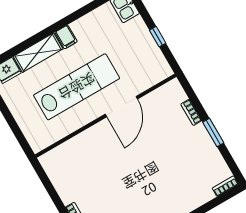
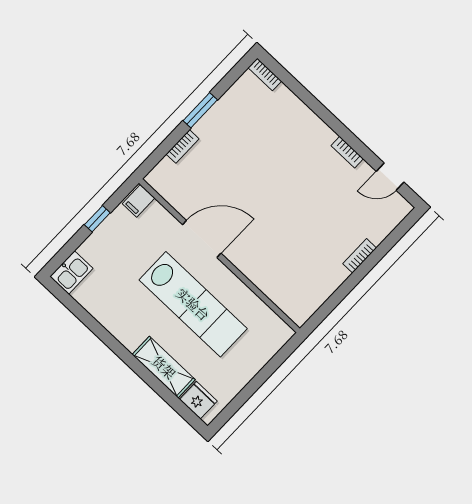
filing cabinet: (66, 37) -> (138, 201), moved, turned 180
lab bench: (77, 87) -> (193, 304), turned 180

